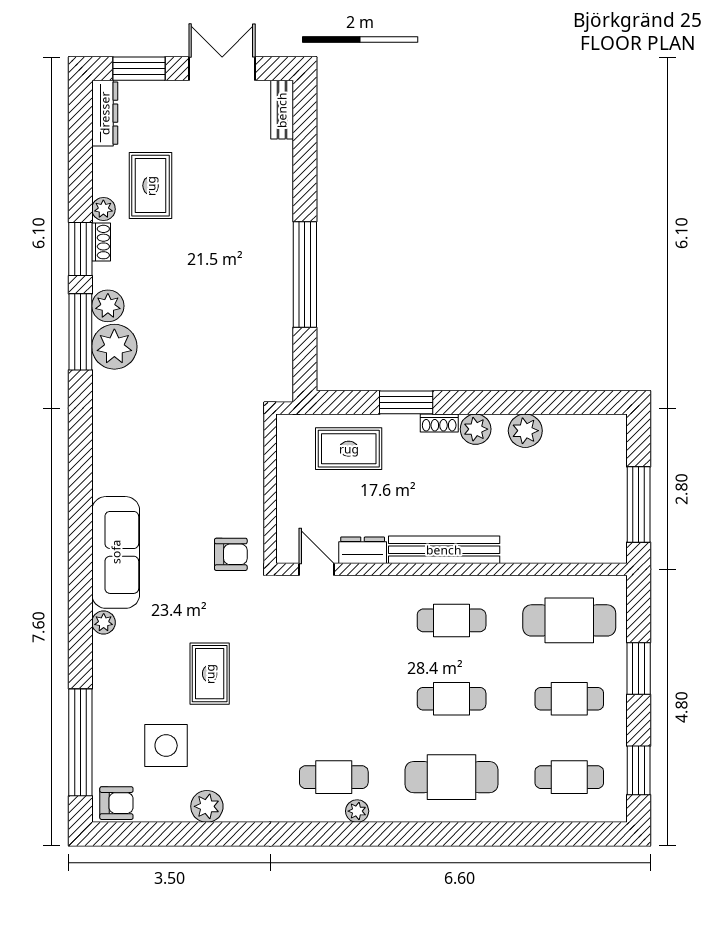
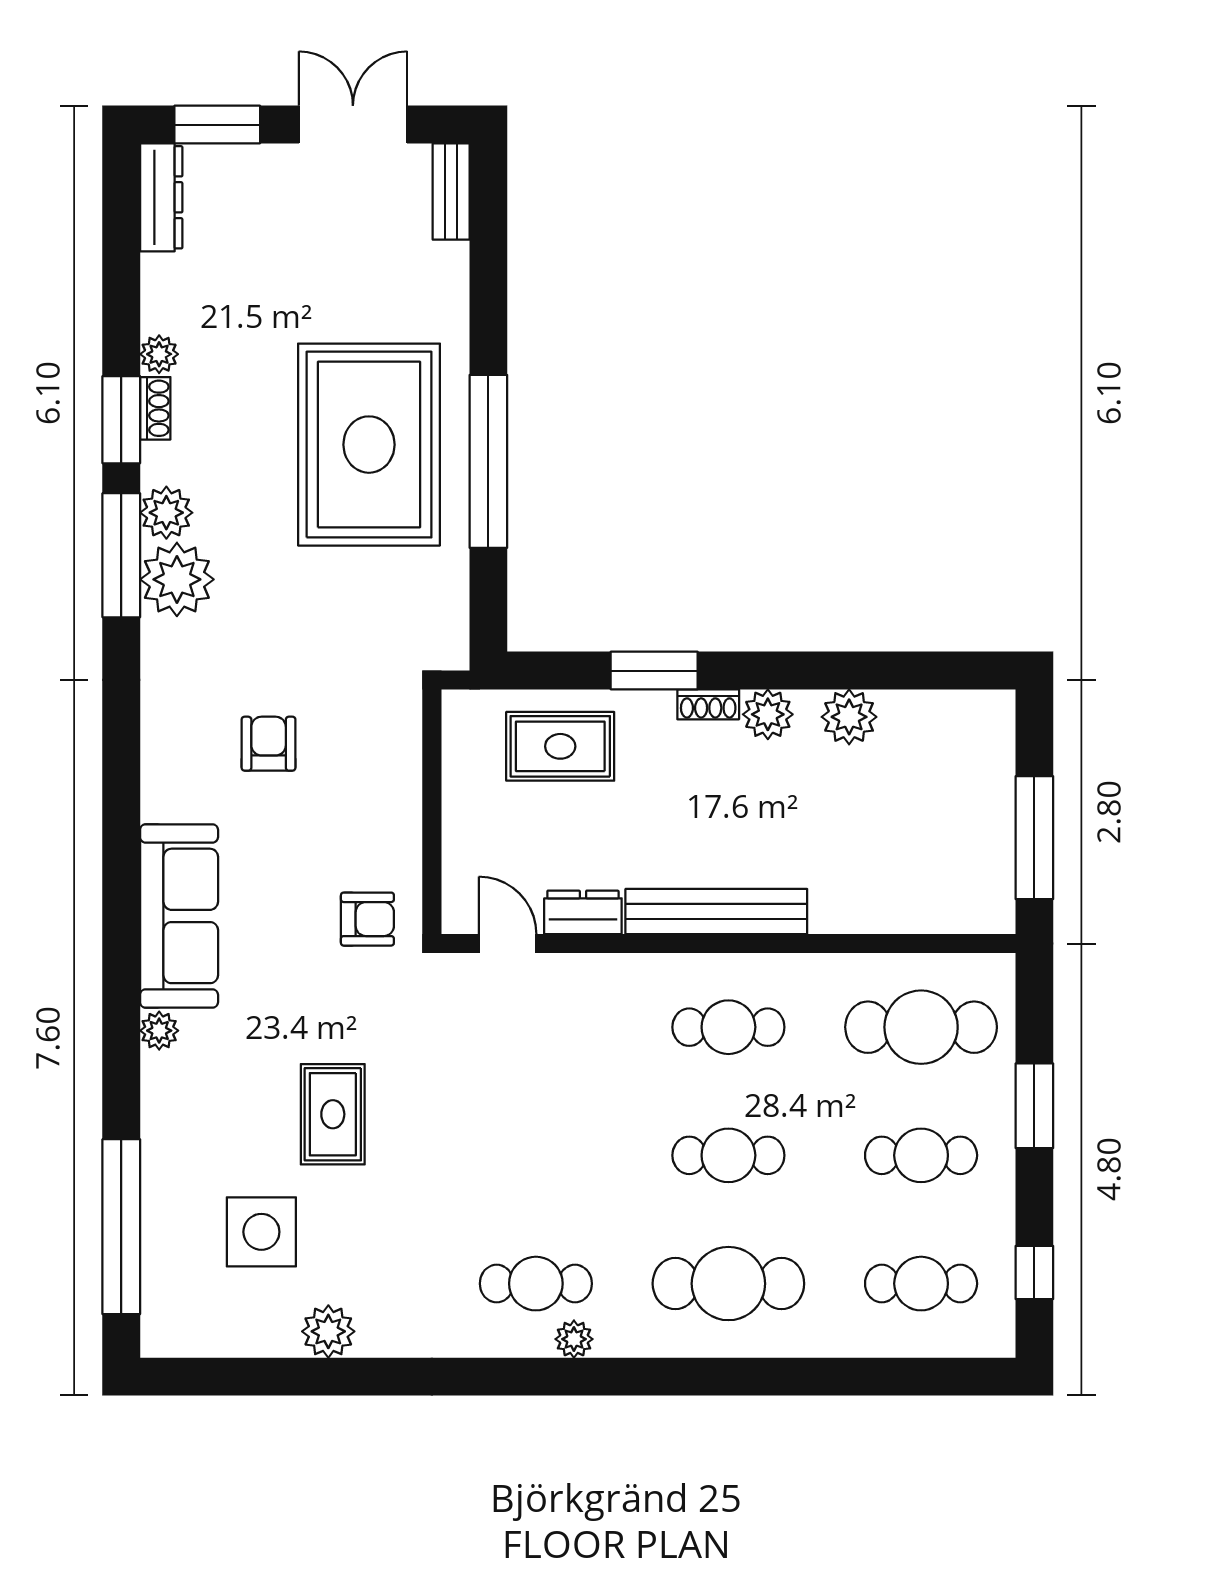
rug: (151, 186) -> (369, 445), moved, width x1.86, depth x2.06
window: (639, 770) -> (1034, 1272), width x0.67
armchair: (116, 803) -> (269, 744), moved, turned -90

